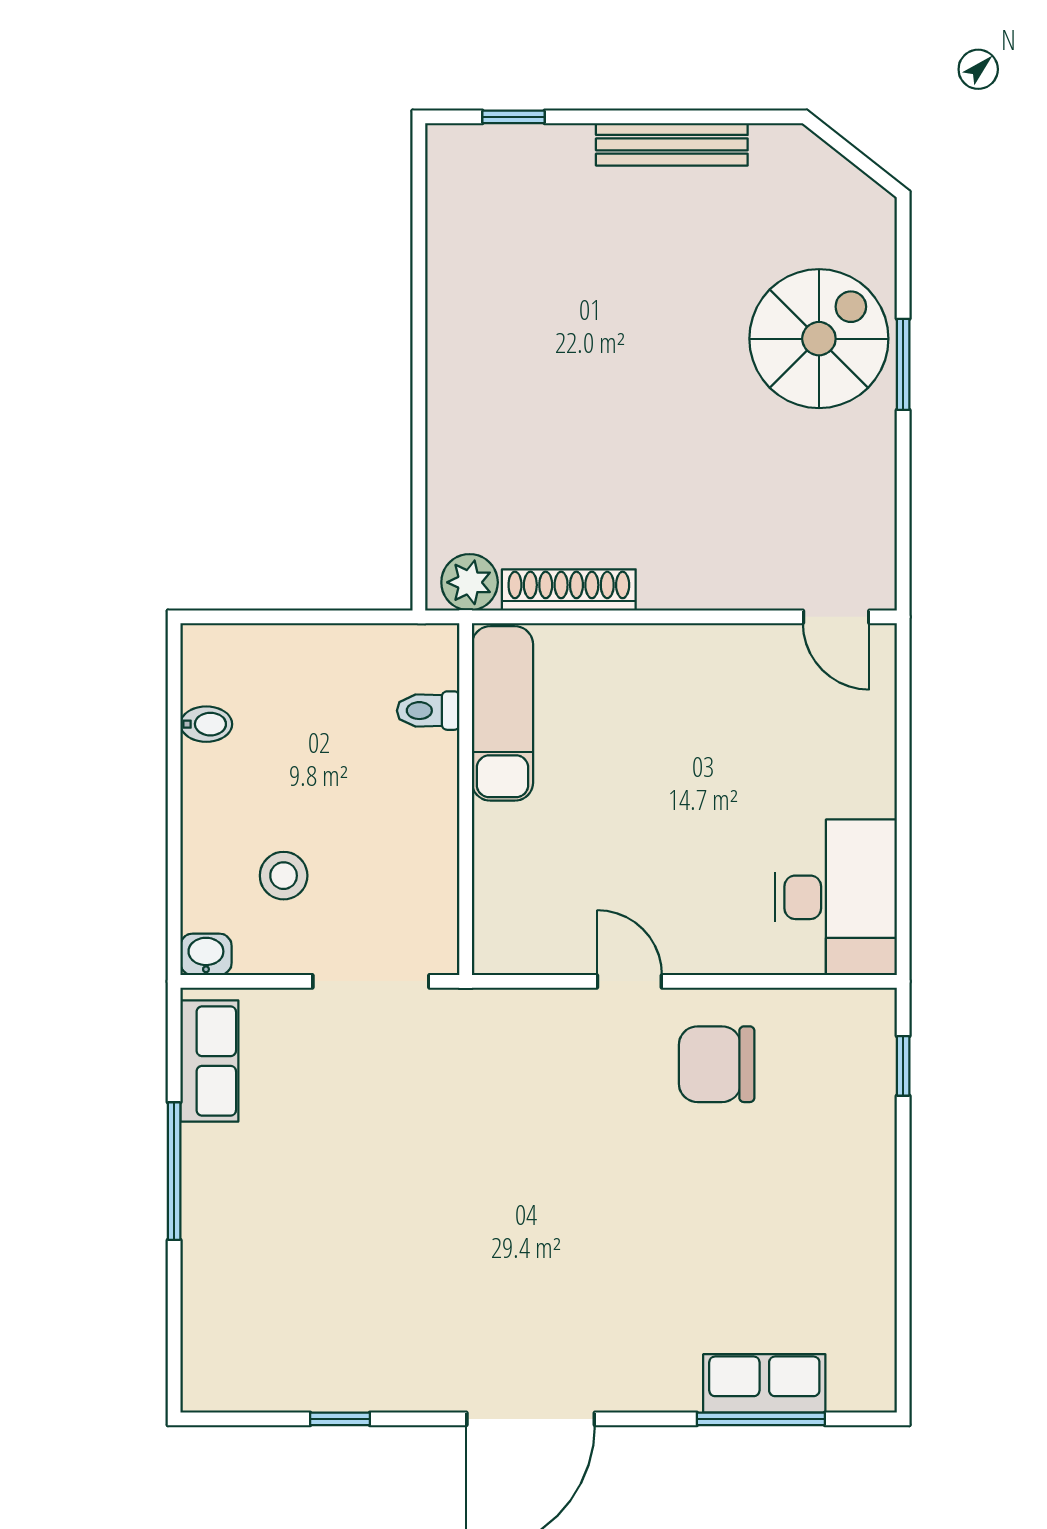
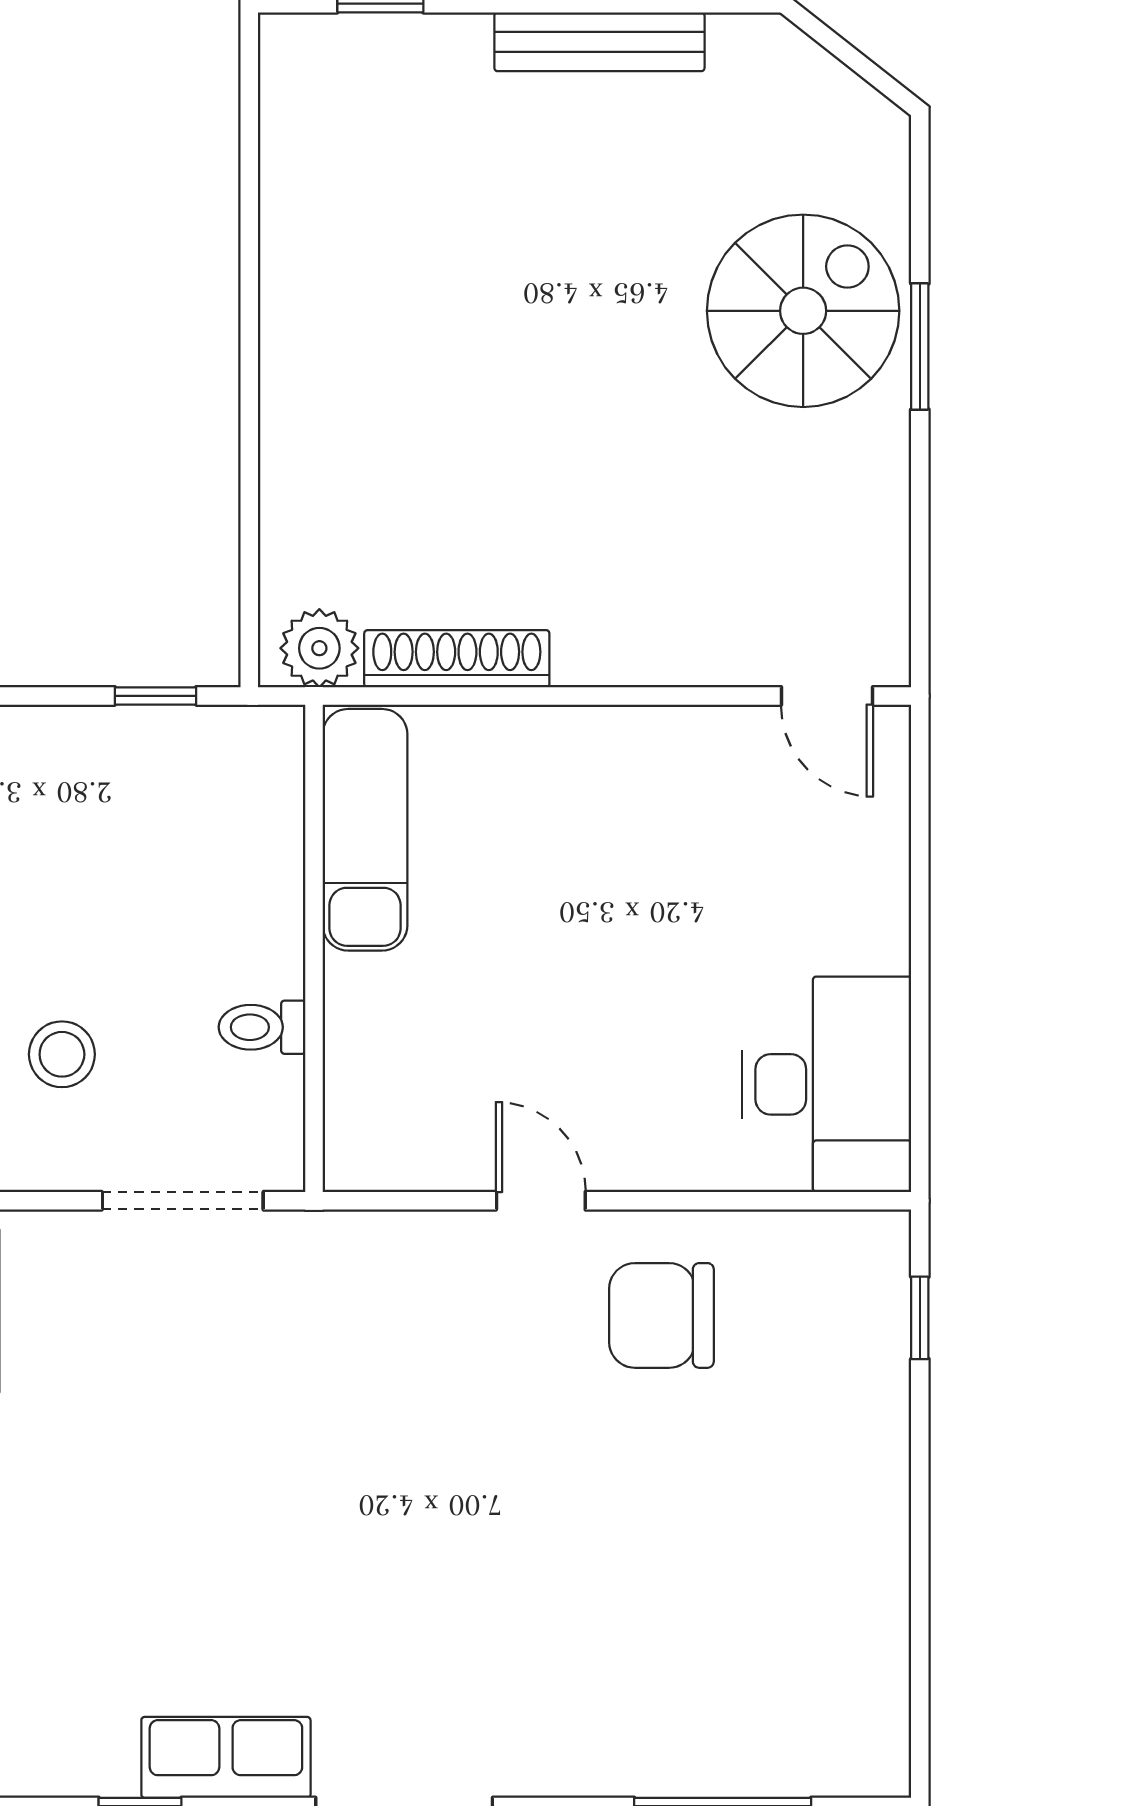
window: (351, 617) -> (156, 696), added
toilet: (428, 711) -> (262, 1027), moved
row of seats: (764, 1383) -> (226, 1757), moved

